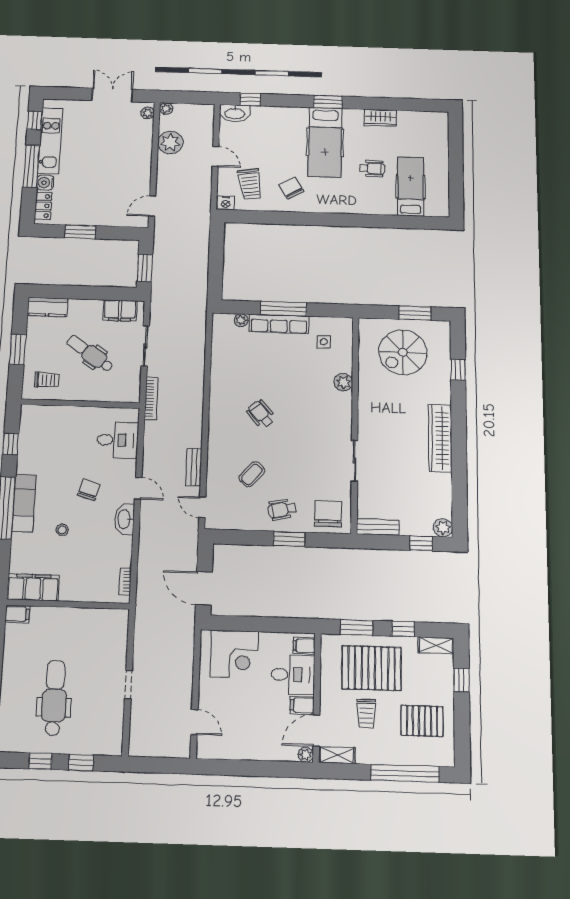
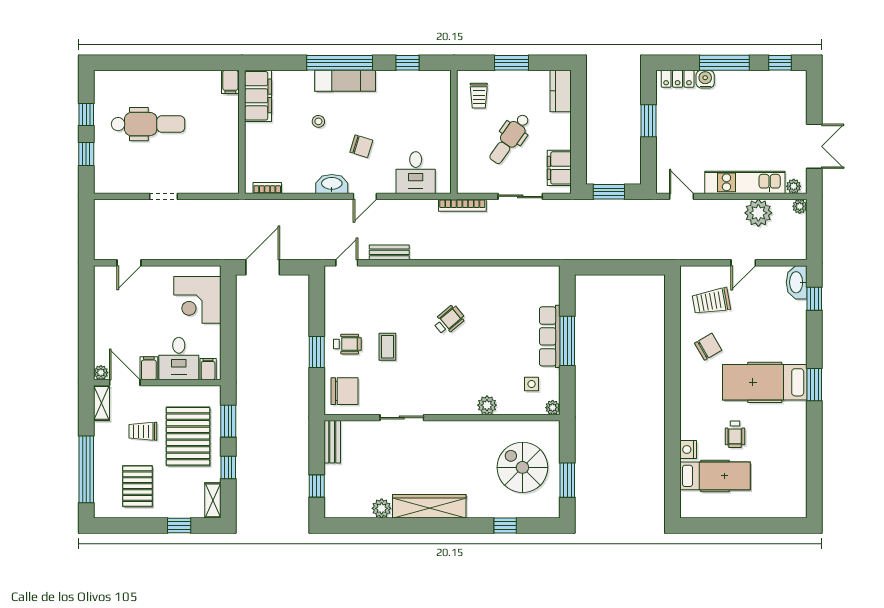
wardrobe: (380, 118) -> (797, 443), removed
kitchen unit: (50, 141) -> (745, 182), moved, turned 180
nightstand: (226, 203) -> (688, 449), moved
plant: (241, 320) -> (553, 408), moved
dental chair: (90, 354) -> (510, 139), turned 180
coffee table: (252, 474) -> (387, 347), moved, turned 50
wheelchair: (282, 509) -> (347, 344), turned 102
plant: (443, 528) -> (382, 508), moved

